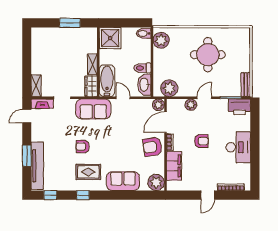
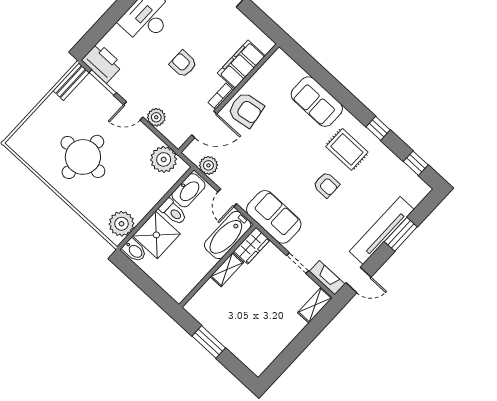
shower: (110, 38) -> (156, 235), moved
plant: (158, 105) -> (208, 165), moved
tv unit: (37, 166) -> (382, 230), moved
plant: (156, 182) -> (280, 65), removed

